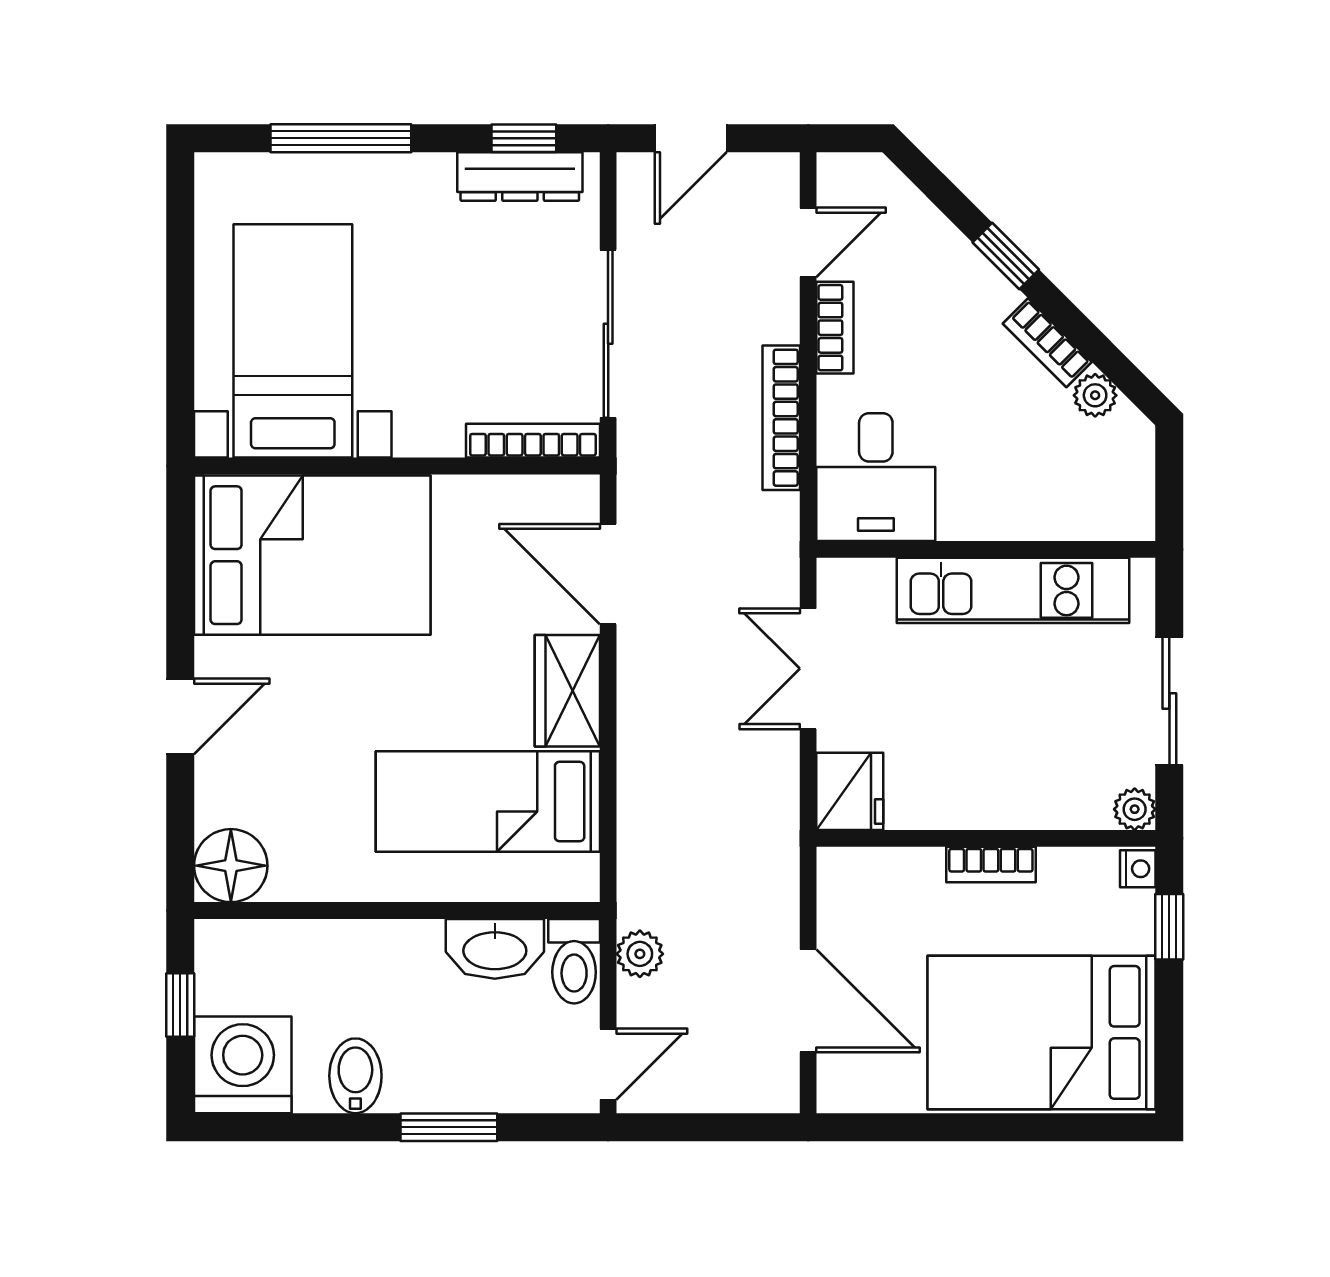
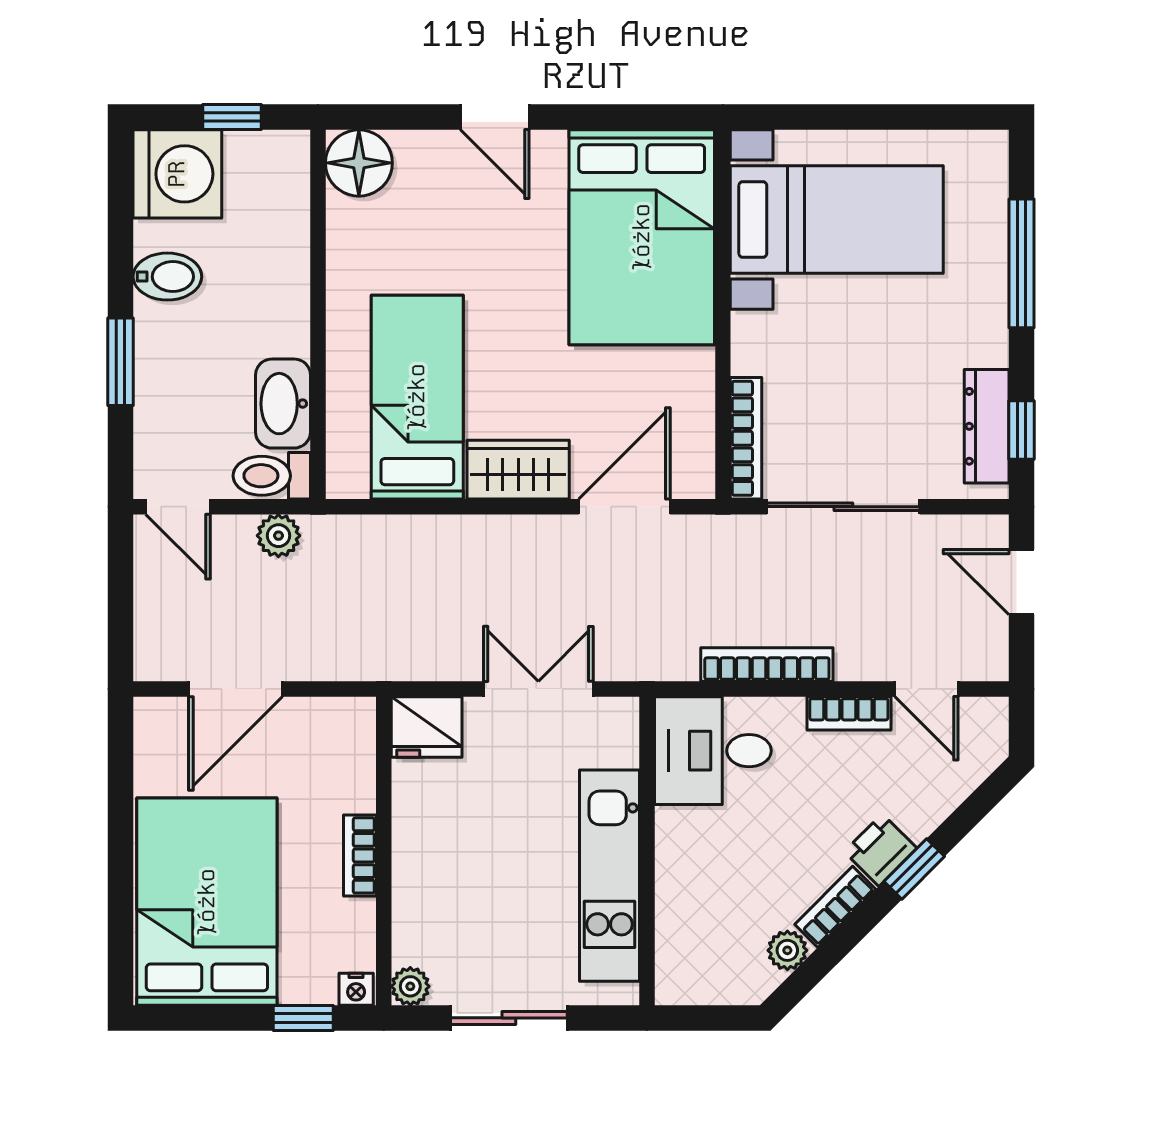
printer: (985, 293) -> (881, 850), added

